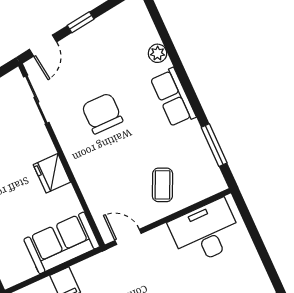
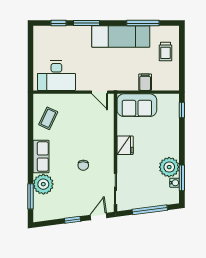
plant: (158, 53) -> (43, 184), width x1.88, depth x1.88
chair: (102, 113) -> (83, 165), width x0.54, depth x0.54
window: (214, 145) -> (30, 196), moved
coffee table: (162, 185) -> (48, 118), moved

